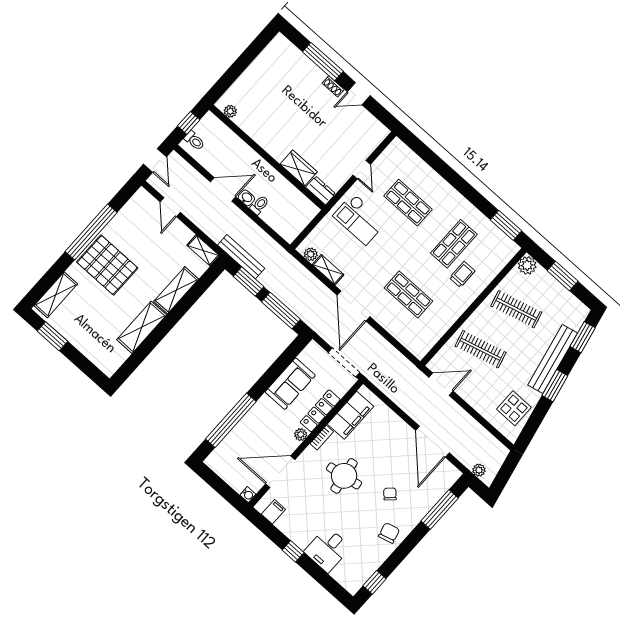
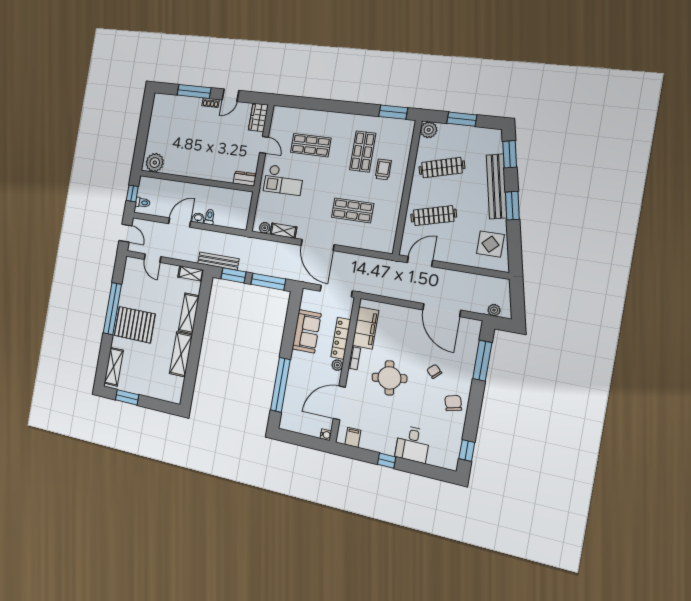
plant: (230, 111) -> (155, 163), width x1.88, depth x1.88
wardrobe: (299, 168) -> (258, 117), moved, turned -90

